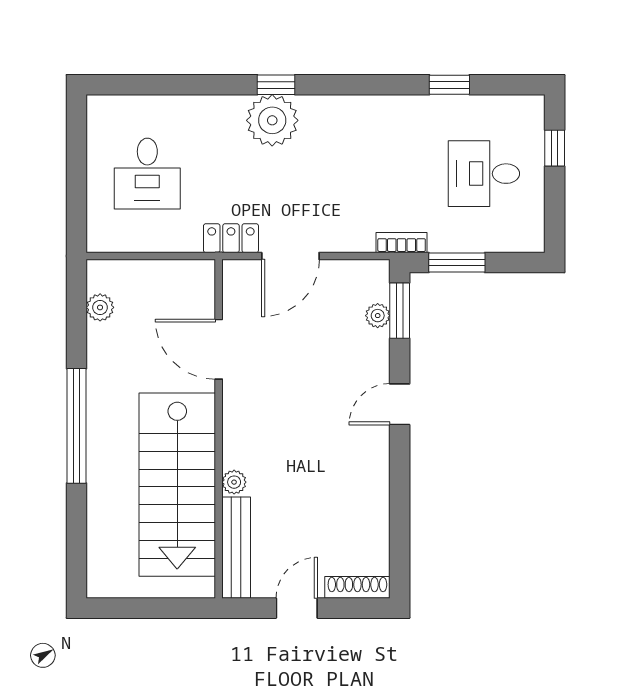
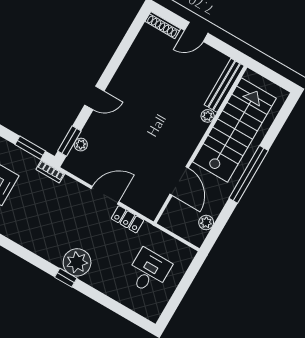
door: (219, 349) -> (179, 181), moved
wall: (219, 429) -> (200, 145), moved
plant: (234, 482) -> (208, 116), moved
stairs: (177, 485) -> (234, 130), moved
bench: (236, 548) -> (224, 85), moved

